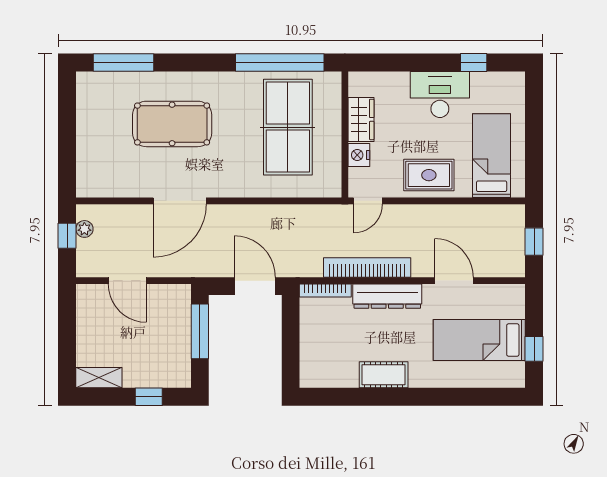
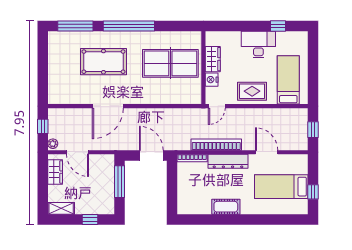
window: (280, 63) -> (129, 26), moved
table tennis table: (288, 127) -> (170, 63), turned 90
plant: (84, 229) -> (53, 144), moved
wardrobe: (88, 315) -> (55, 172), added

